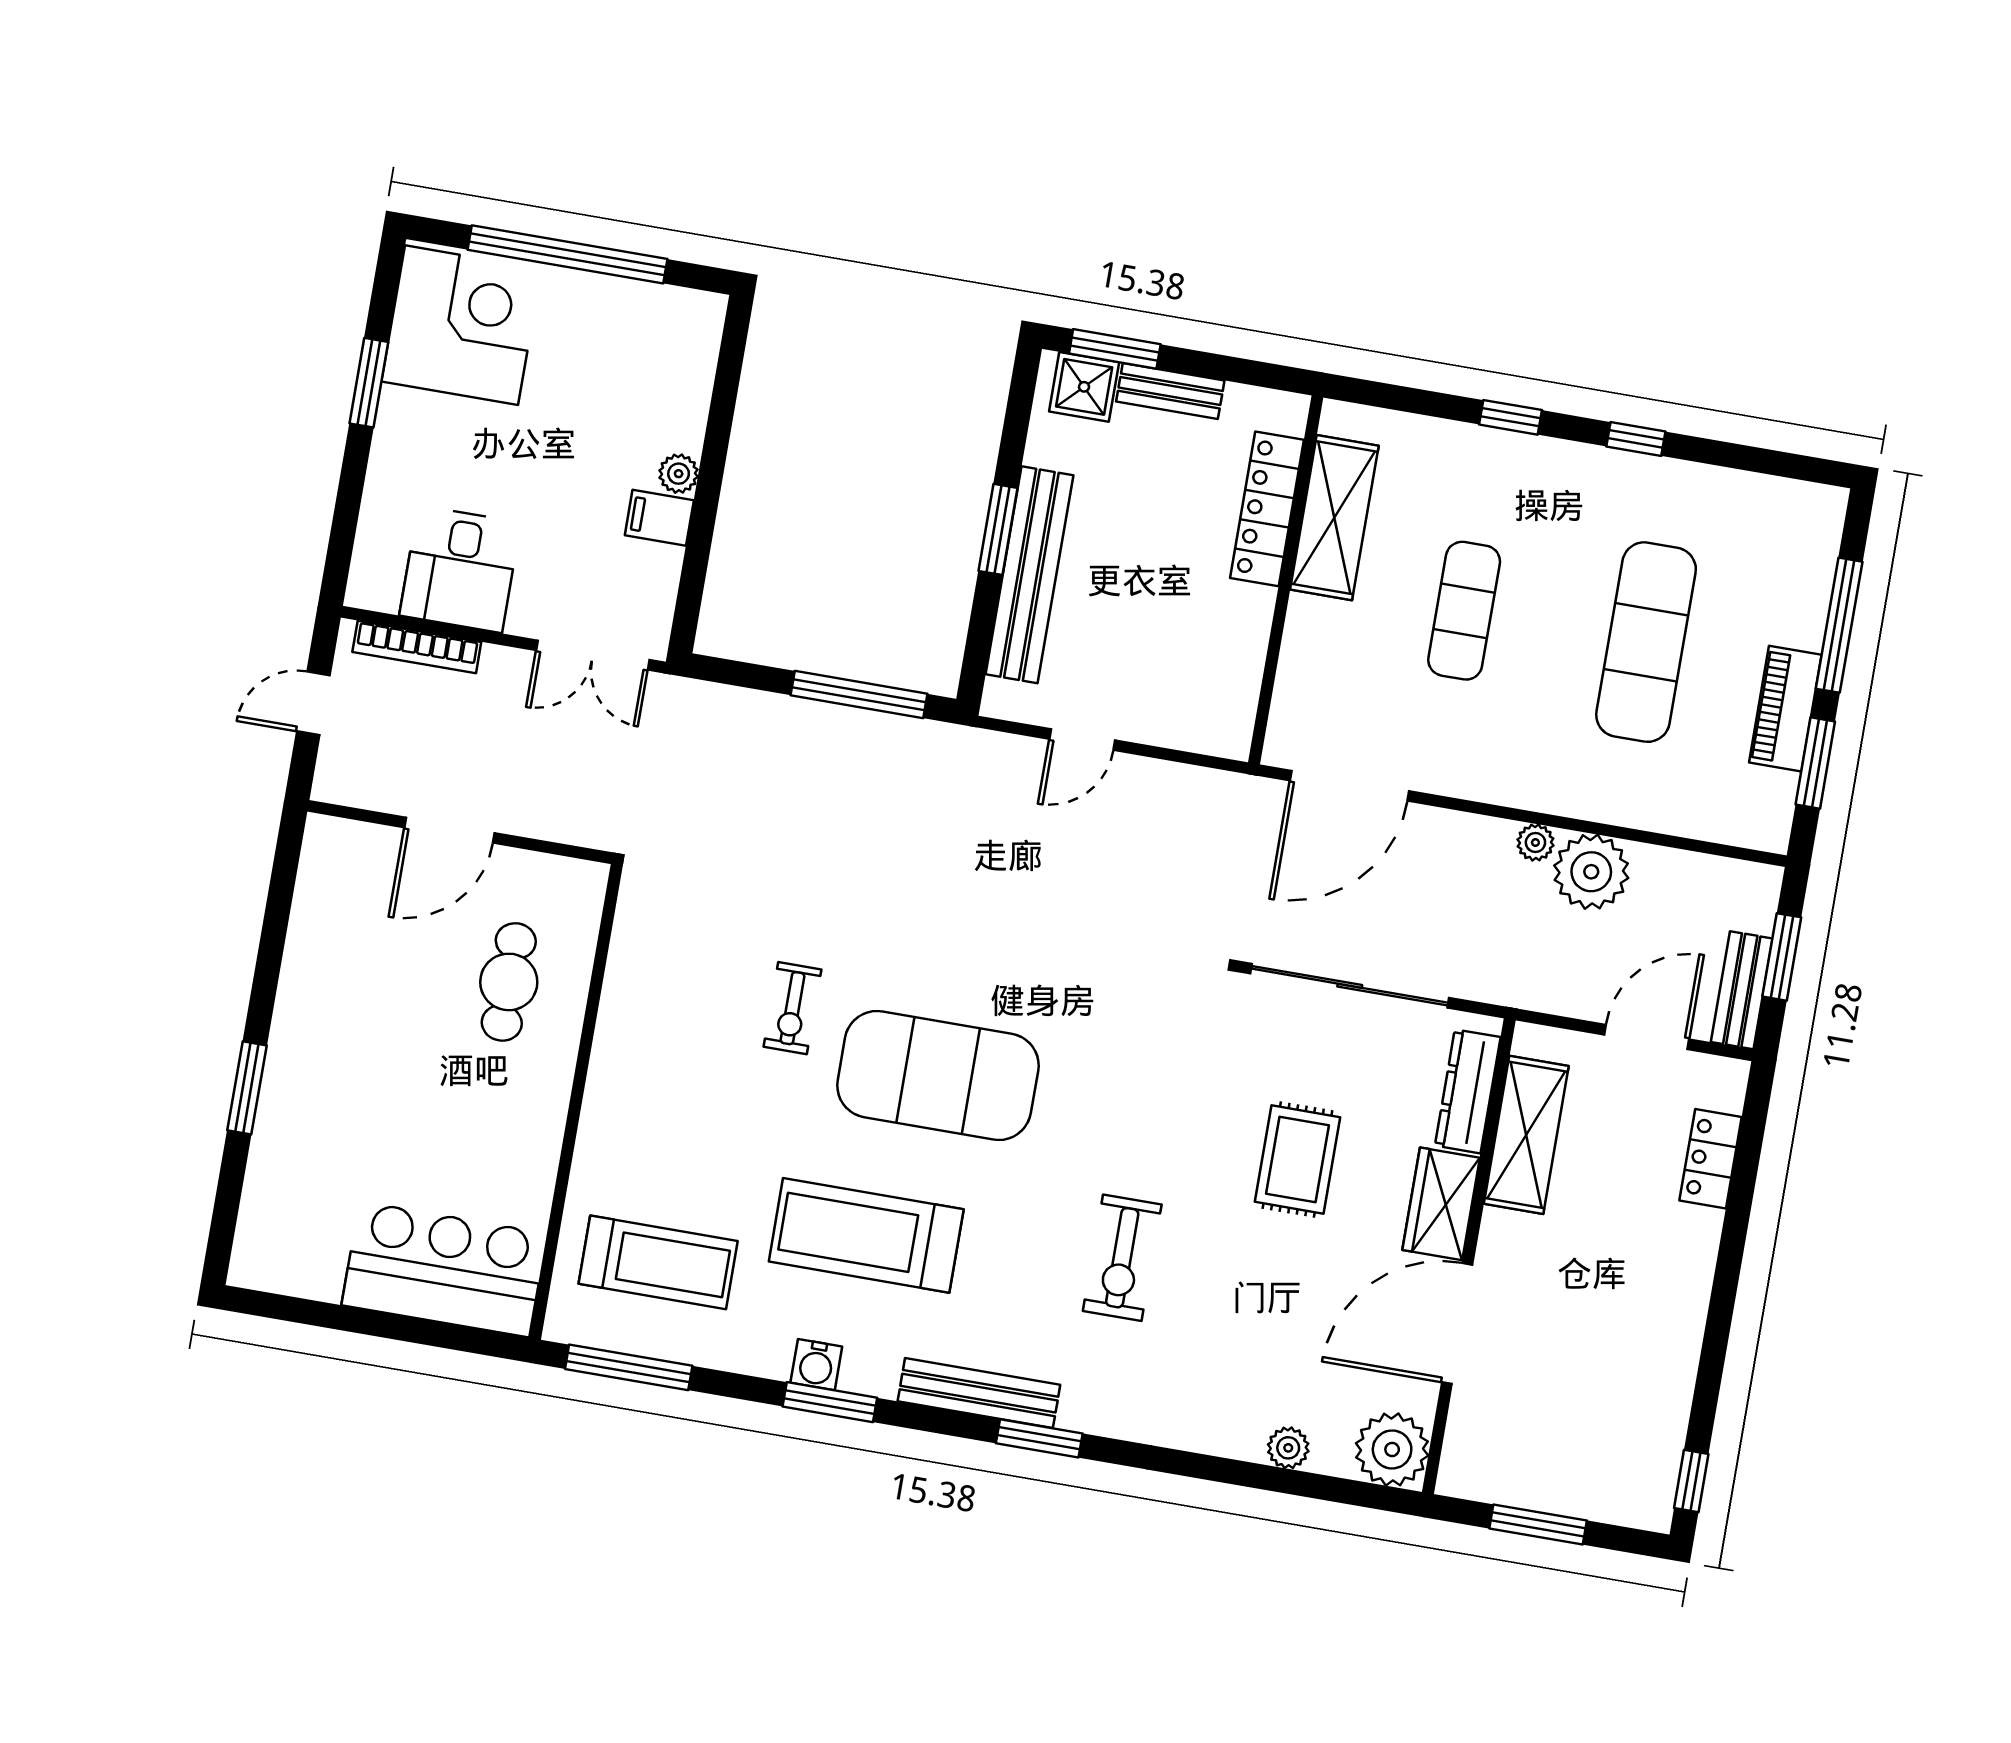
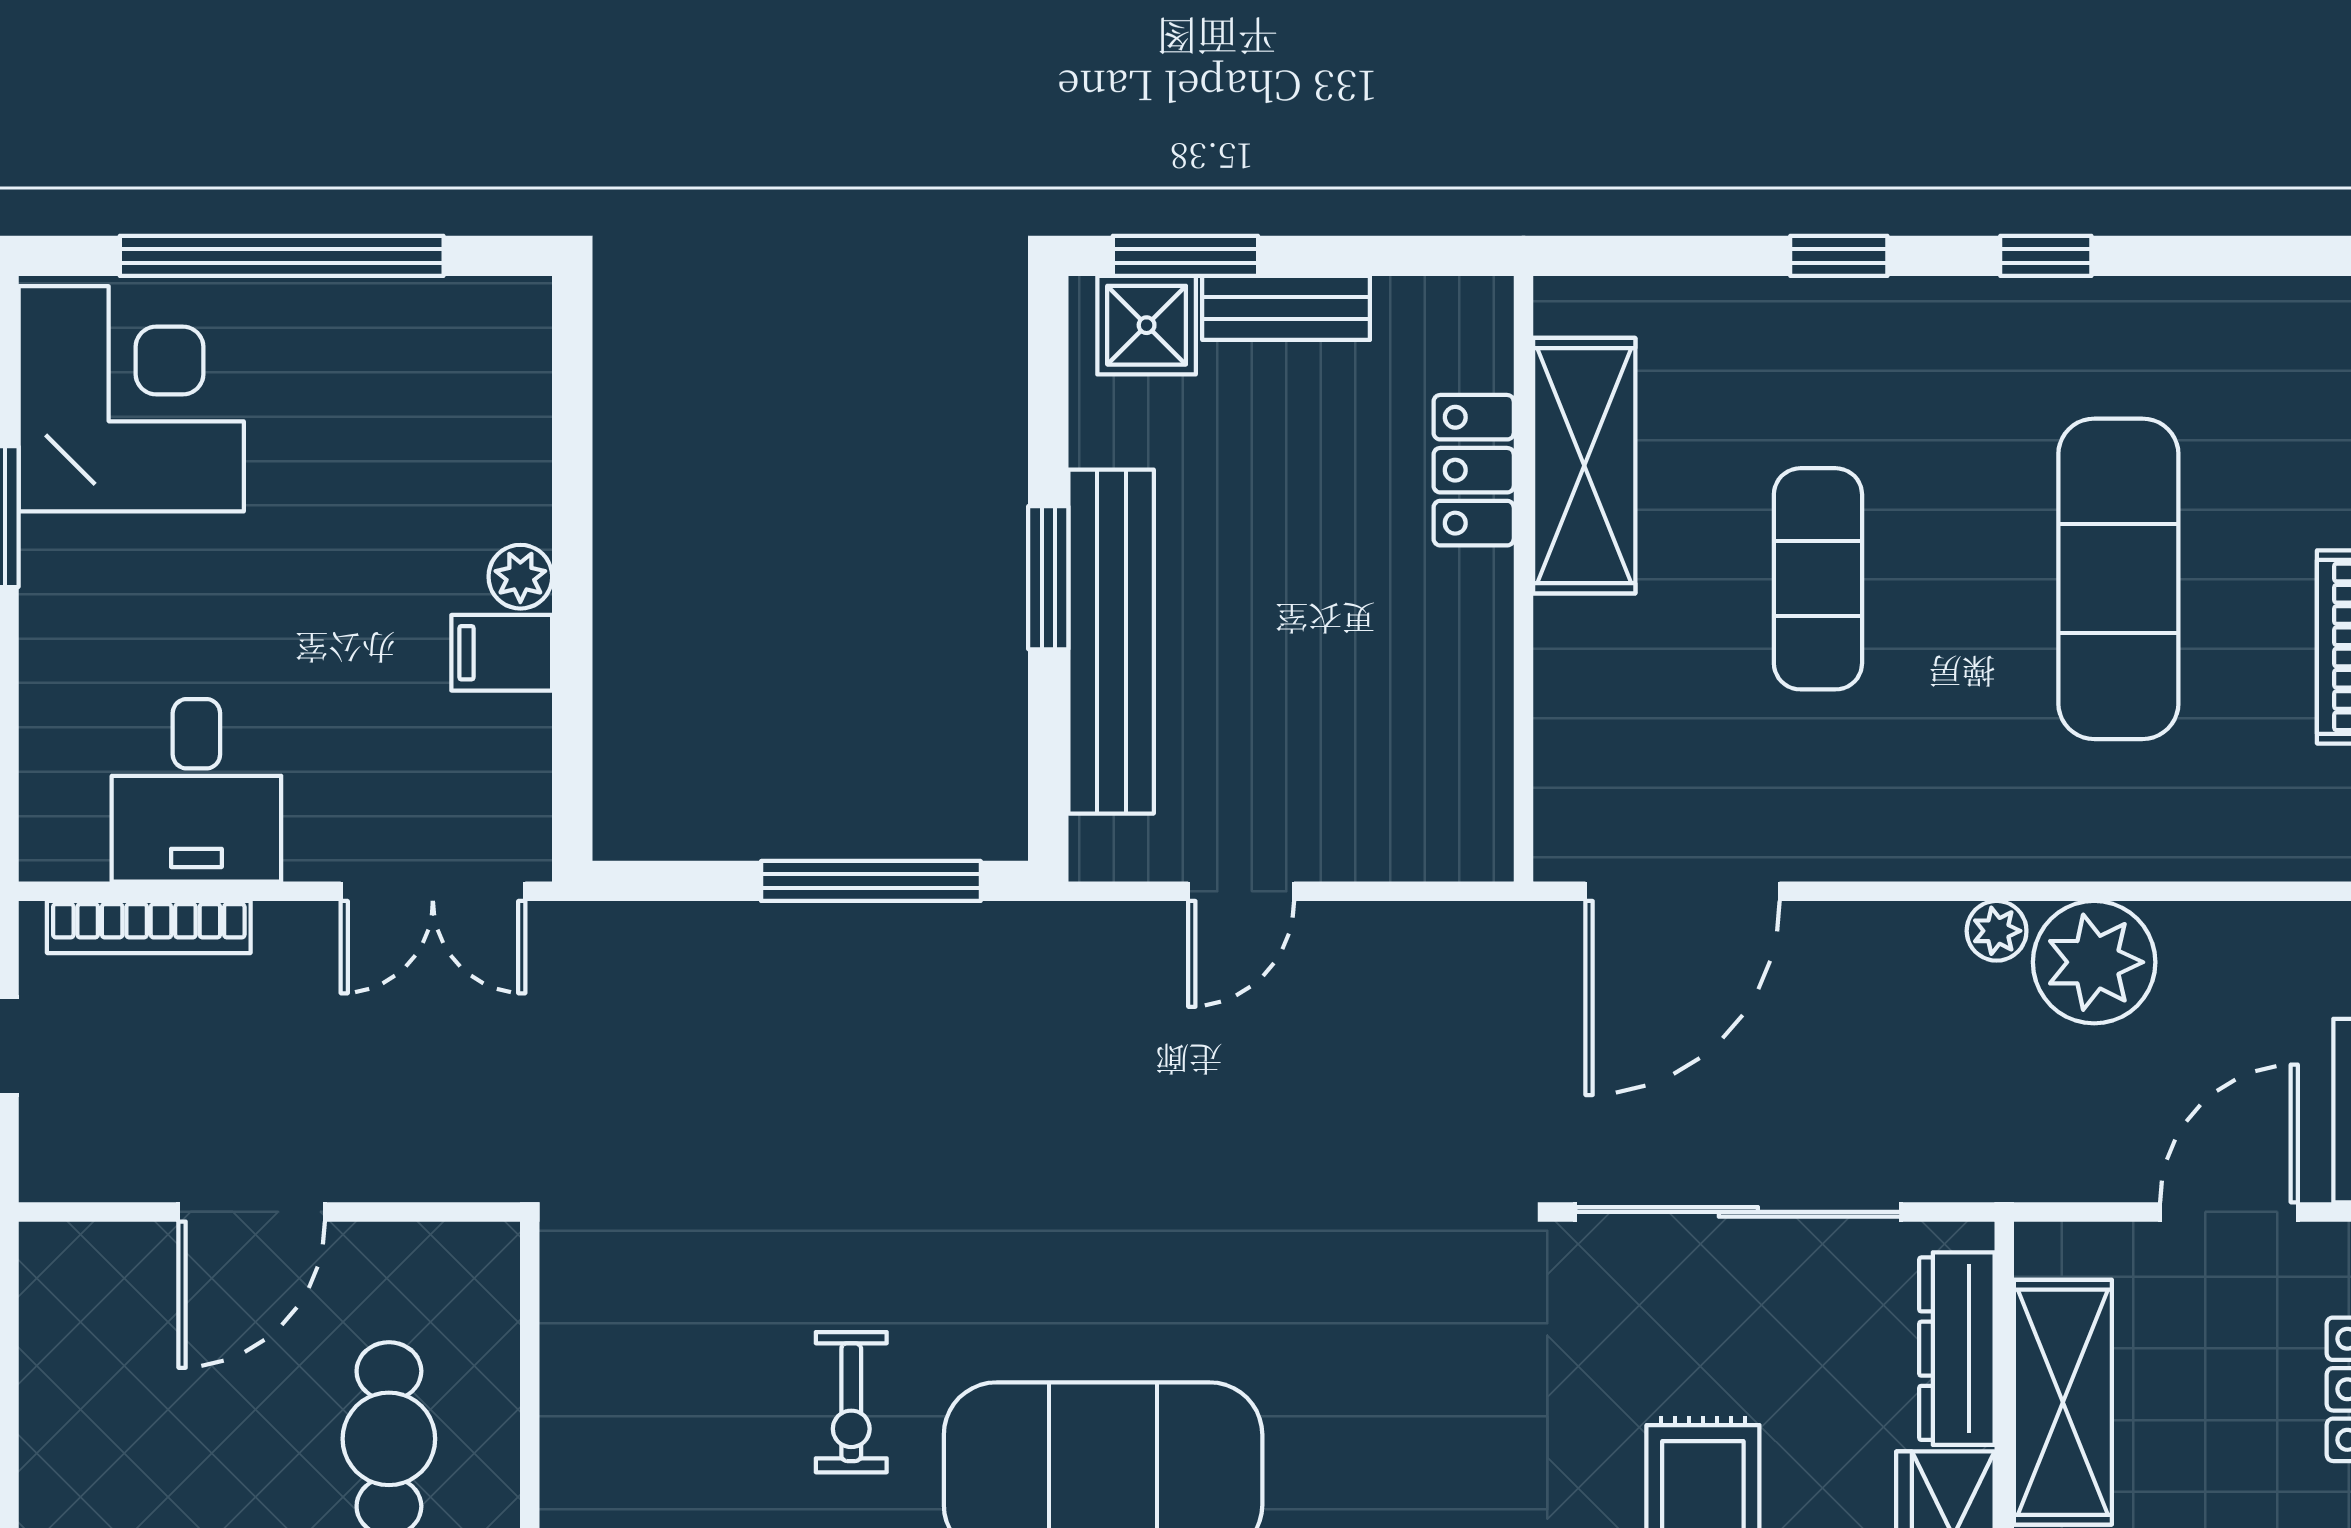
locker: (1267, 509) -> (1474, 470), width x0.66

